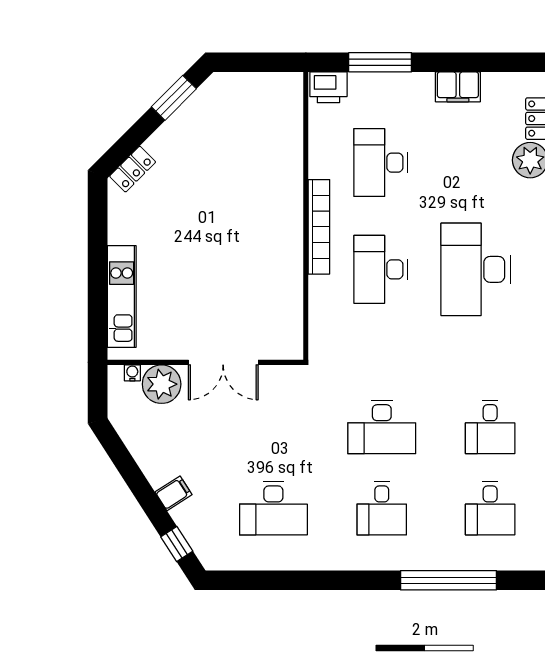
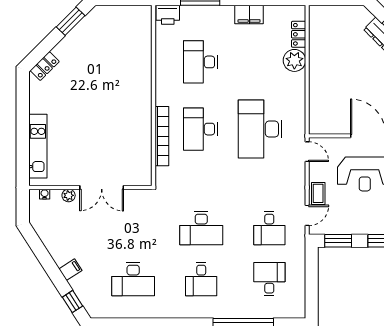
bookcase: (319, 227) -> (162, 136), moved
plant: (162, 384) -> (69, 195), width x0.53, depth x0.53
desk: (490, 508) -> (269, 279), turned 180

